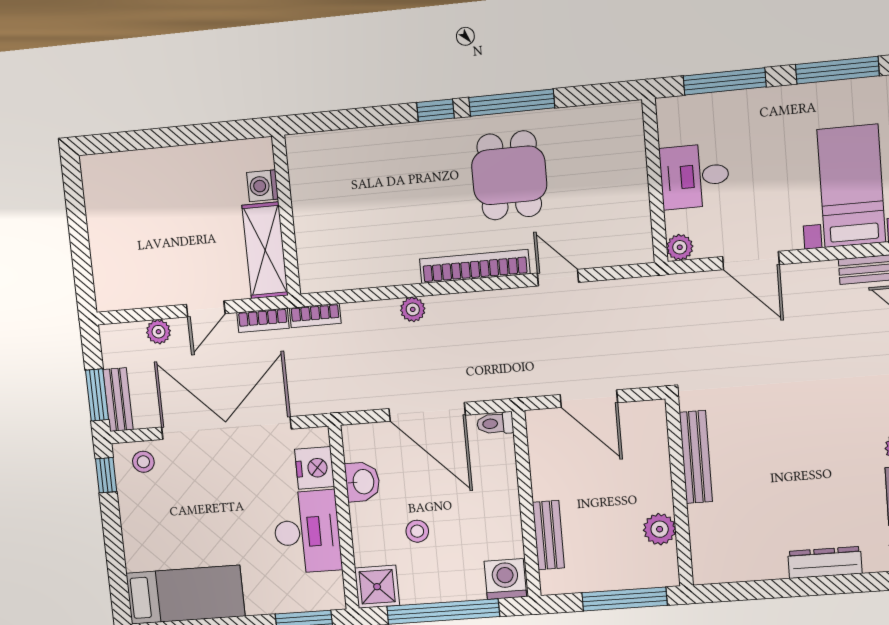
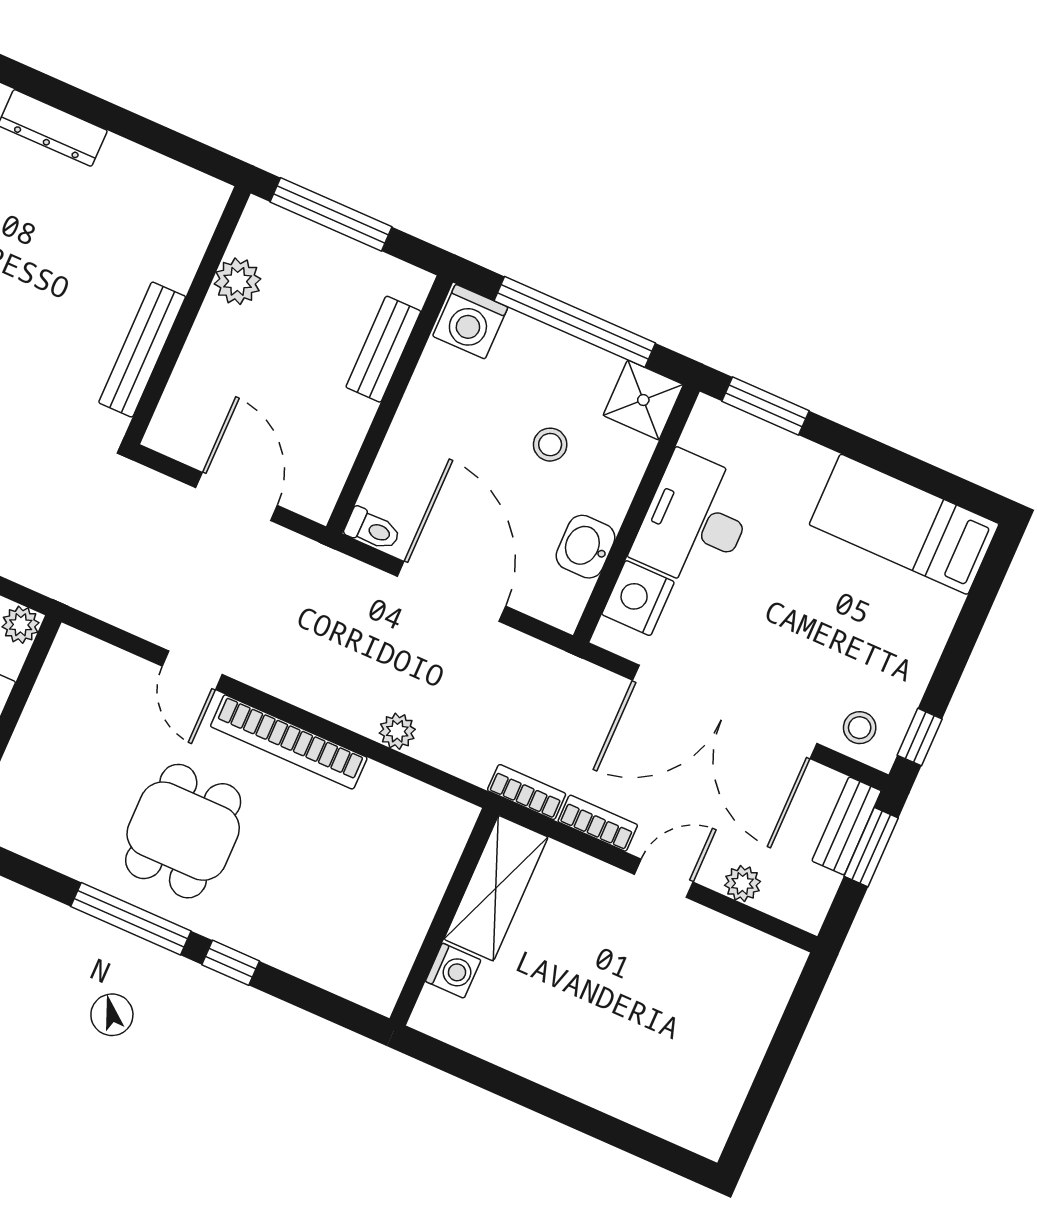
washing machine: (263, 186) -> (453, 971), moved
wall: (286, 216) -> (444, 917), moved
shelving: (265, 250) -> (496, 888), moved

